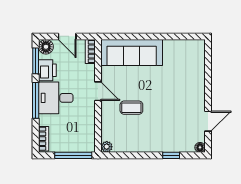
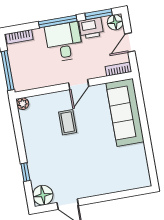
floor lamp: (200, 147) -> (43, 195), width x1.89, depth x1.89

